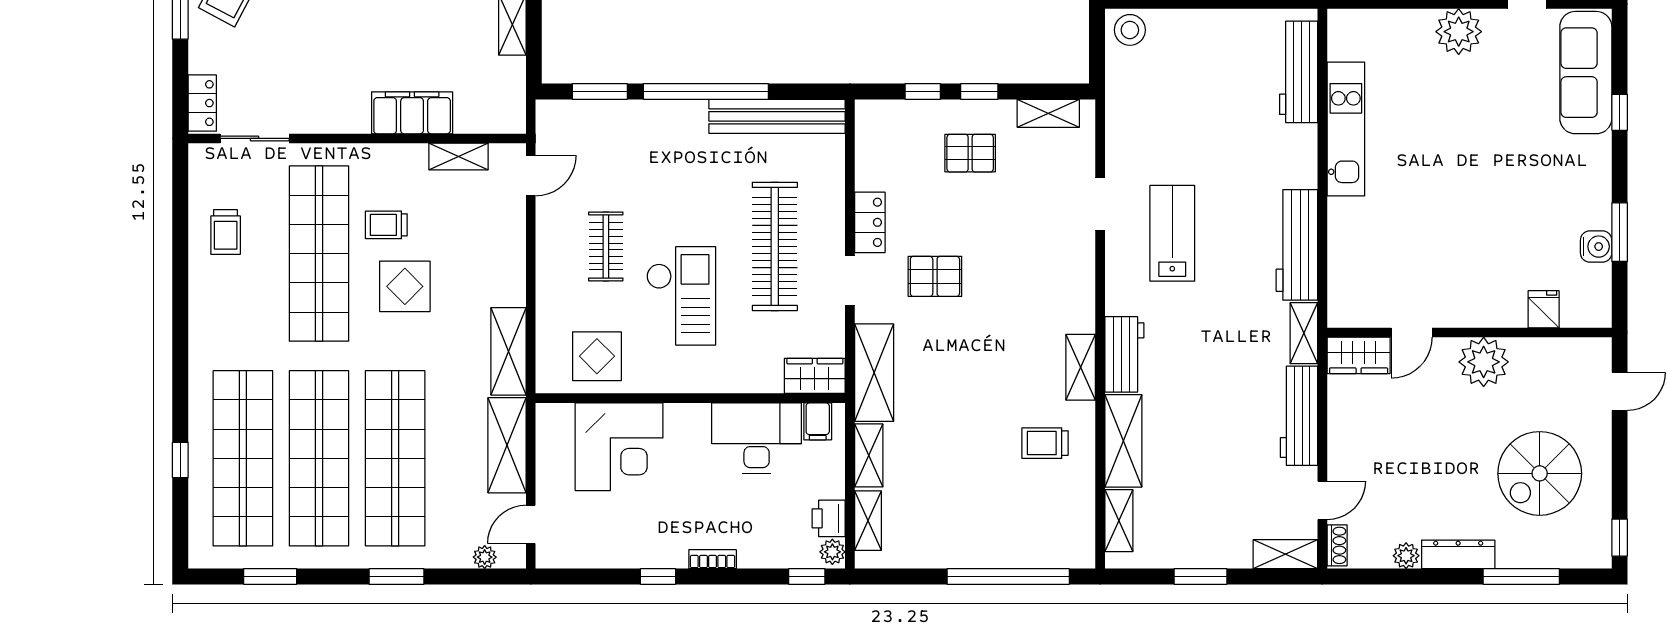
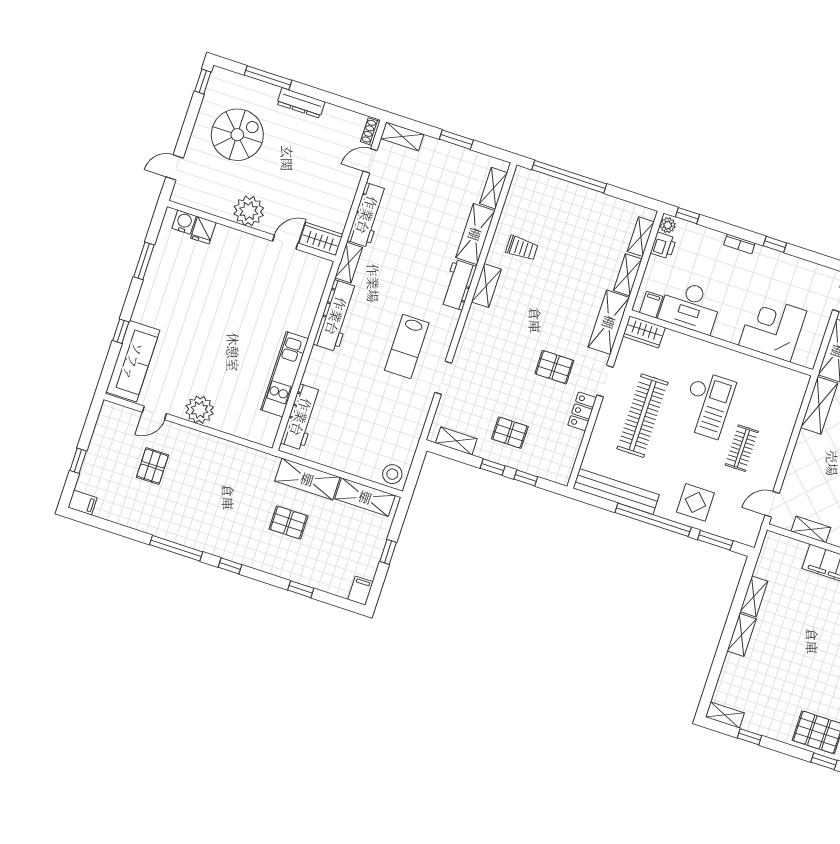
water cooler: (1596, 247) -> (184, 222), moved, turned 90
checkout: (681, 296) -> (707, 405), turned 180
display table: (597, 356) -> (695, 502), moved
plant: (1406, 556) -> (332, 112), removed

